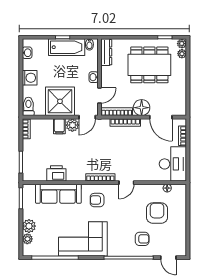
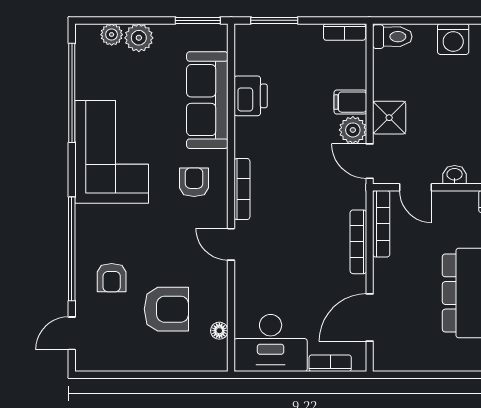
shower: (60, 101) -> (389, 118), width x0.54, depth x0.54
floor lamp: (142, 108) -> (390, 276), removed

